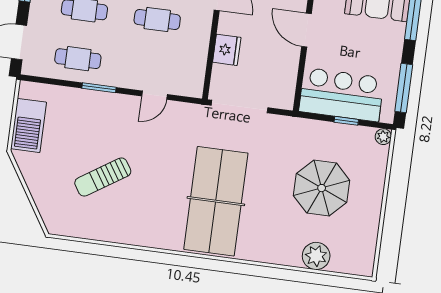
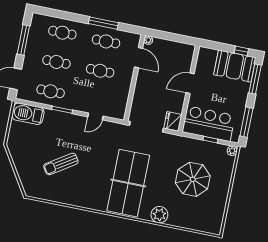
door: (306, 30) -> (190, 83), hinge flipped
fridge: (227, 50) -> (173, 121), moved, turned 180
barbecue: (28, 125) -> (28, 114), moved, turned 90
plant: (316, 256) -> (159, 215), moved

